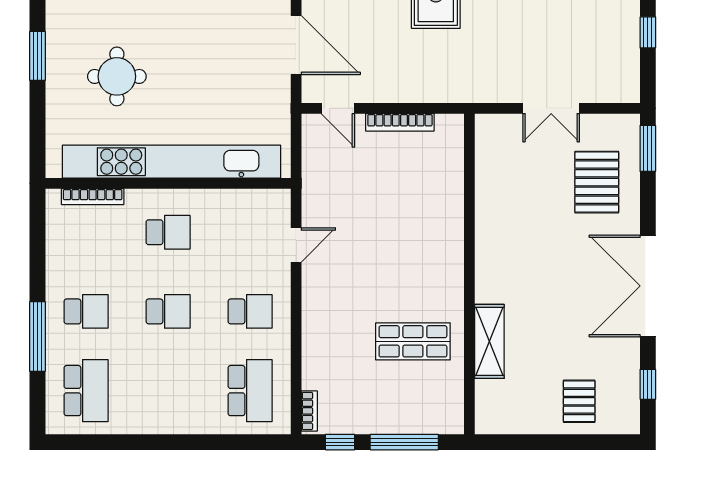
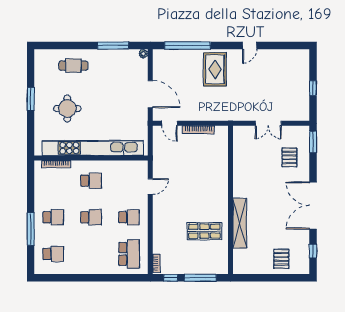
pallet: (597, 182) -> (289, 157), width x0.67, depth x0.71
shelving: (489, 341) -> (240, 223), width x1.47
school desk: (86, 391) -> (53, 254), width x0.54

